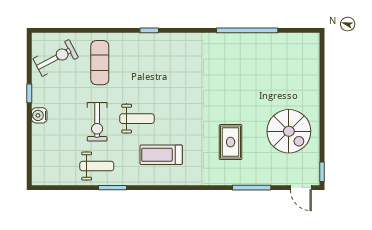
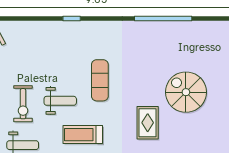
exercise mat: (100, 63) -> (100, 80), moved
spiral stairs: (289, 131) -> (186, 92), moved, turned 180

